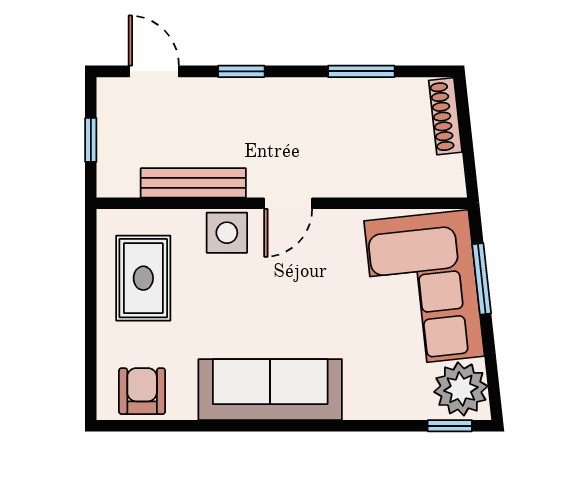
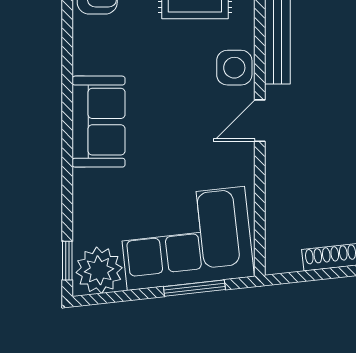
door: (288, 203) -> (260, 121), hinge flipped
sofa: (270, 390) -> (99, 122), width x0.73

